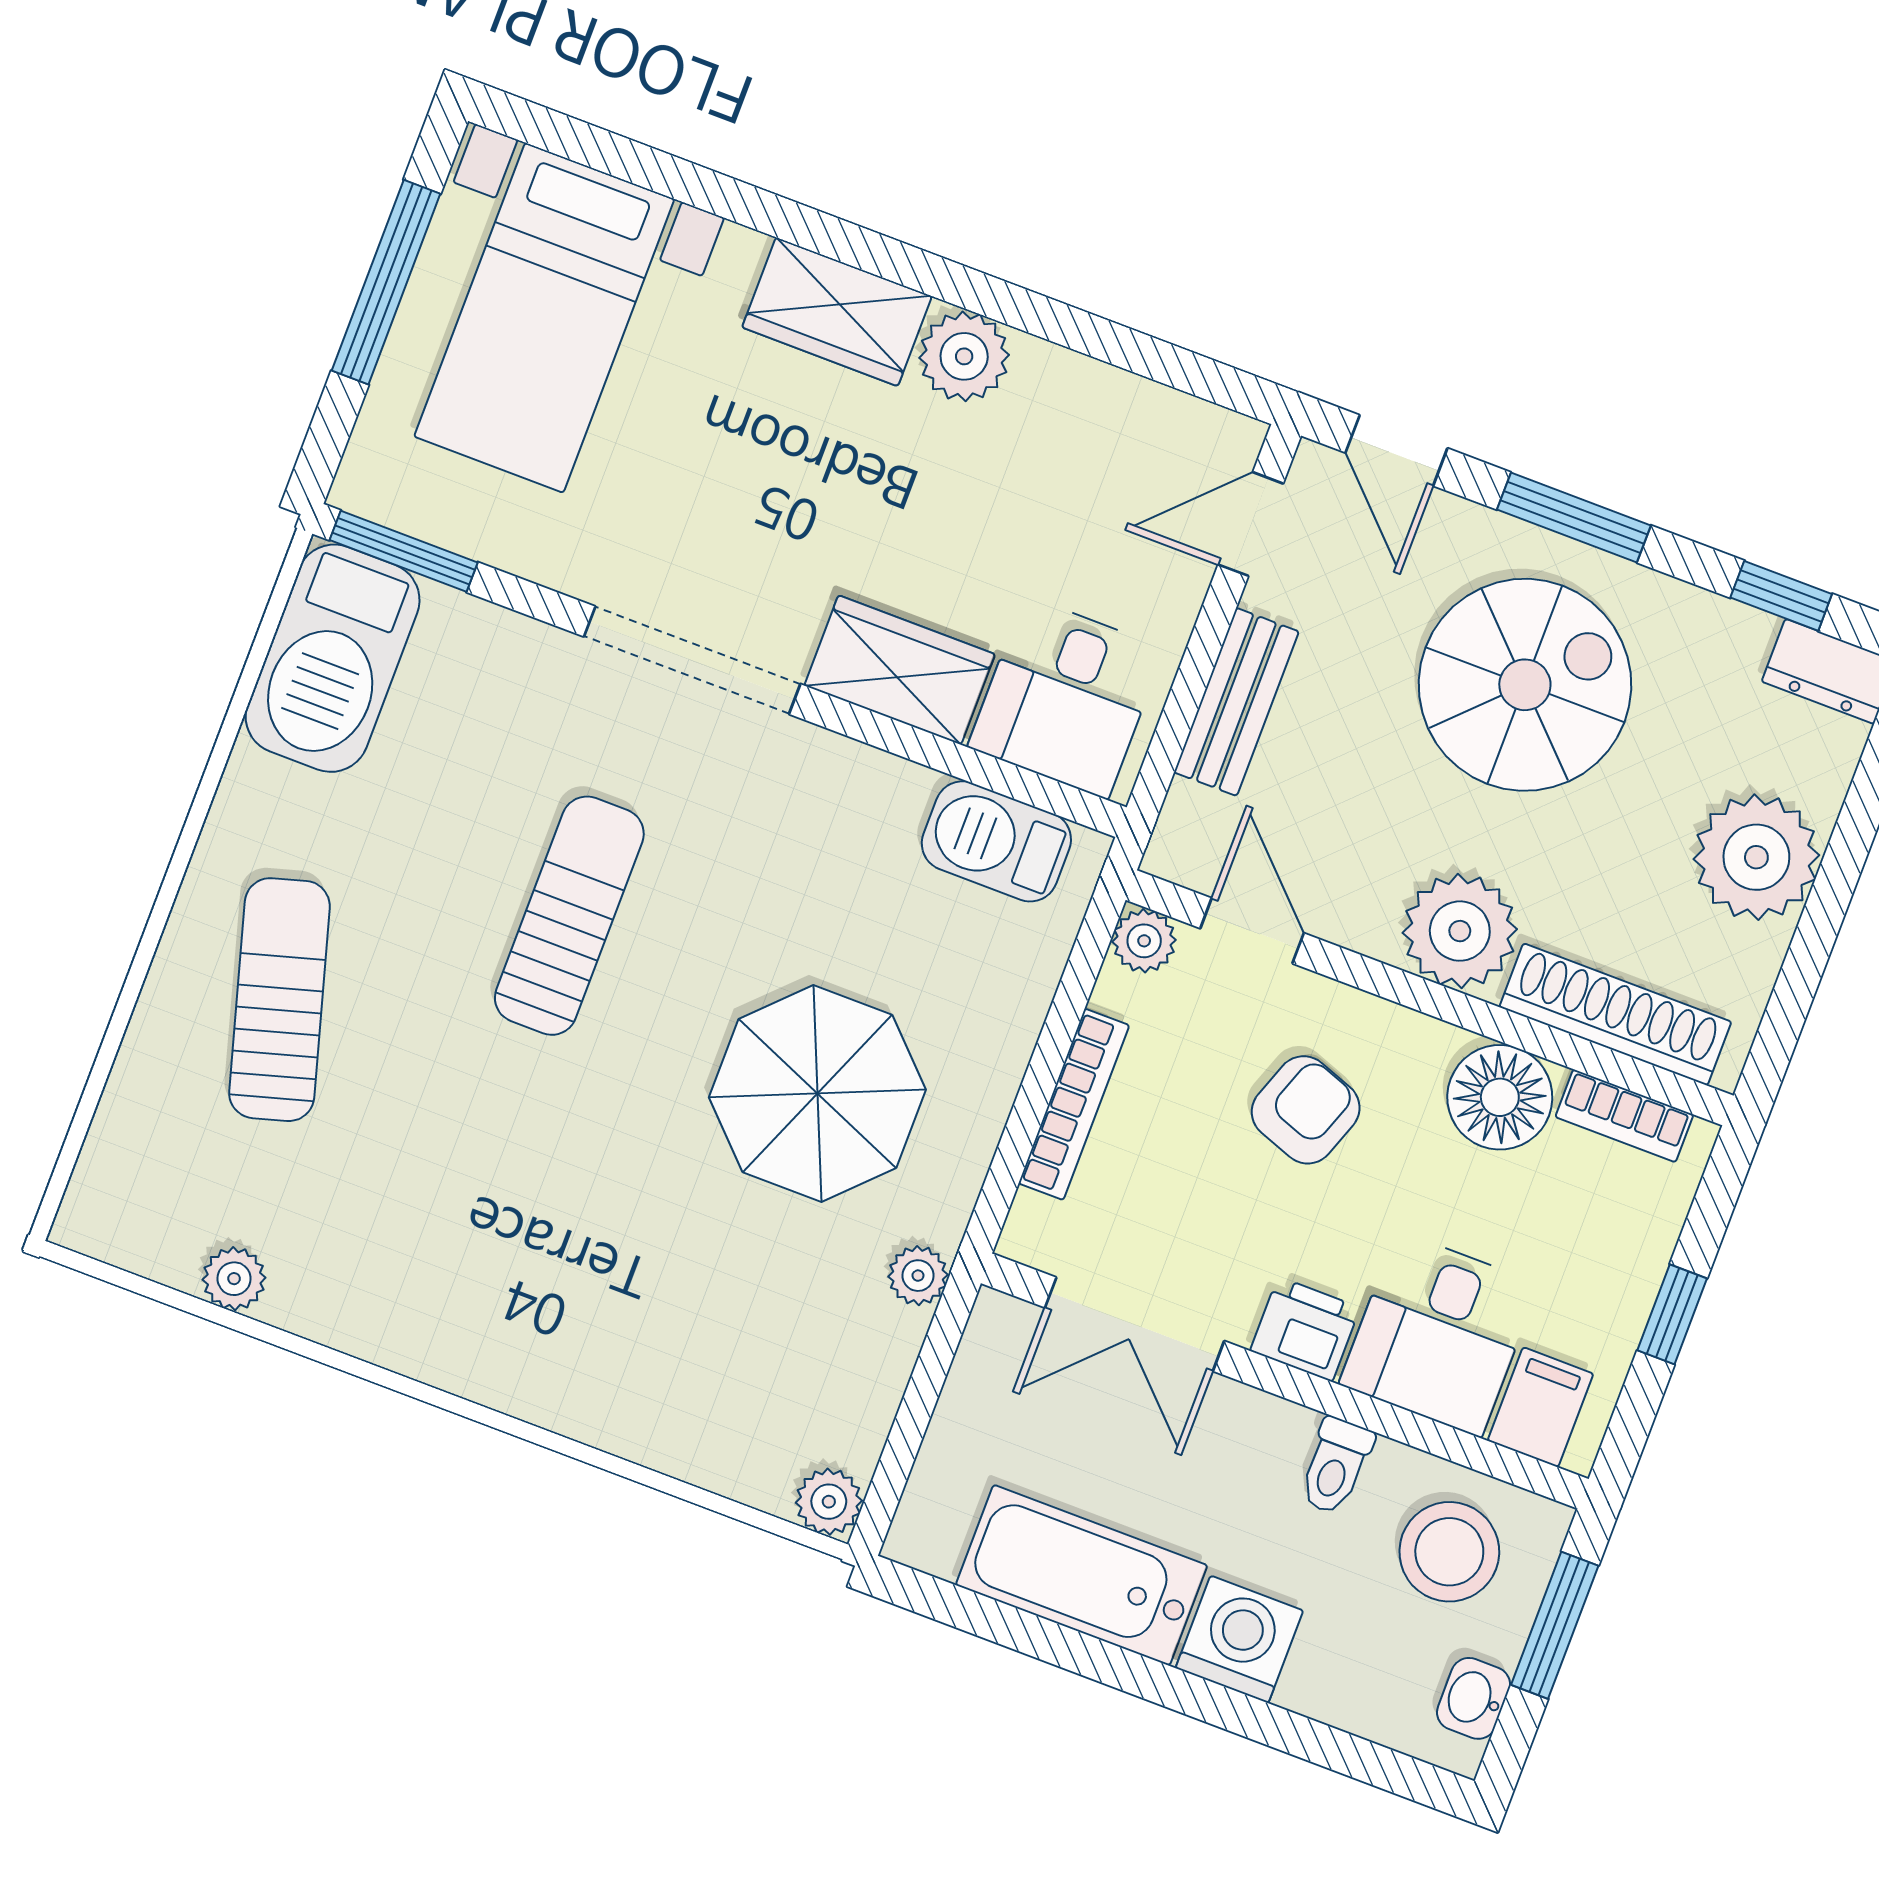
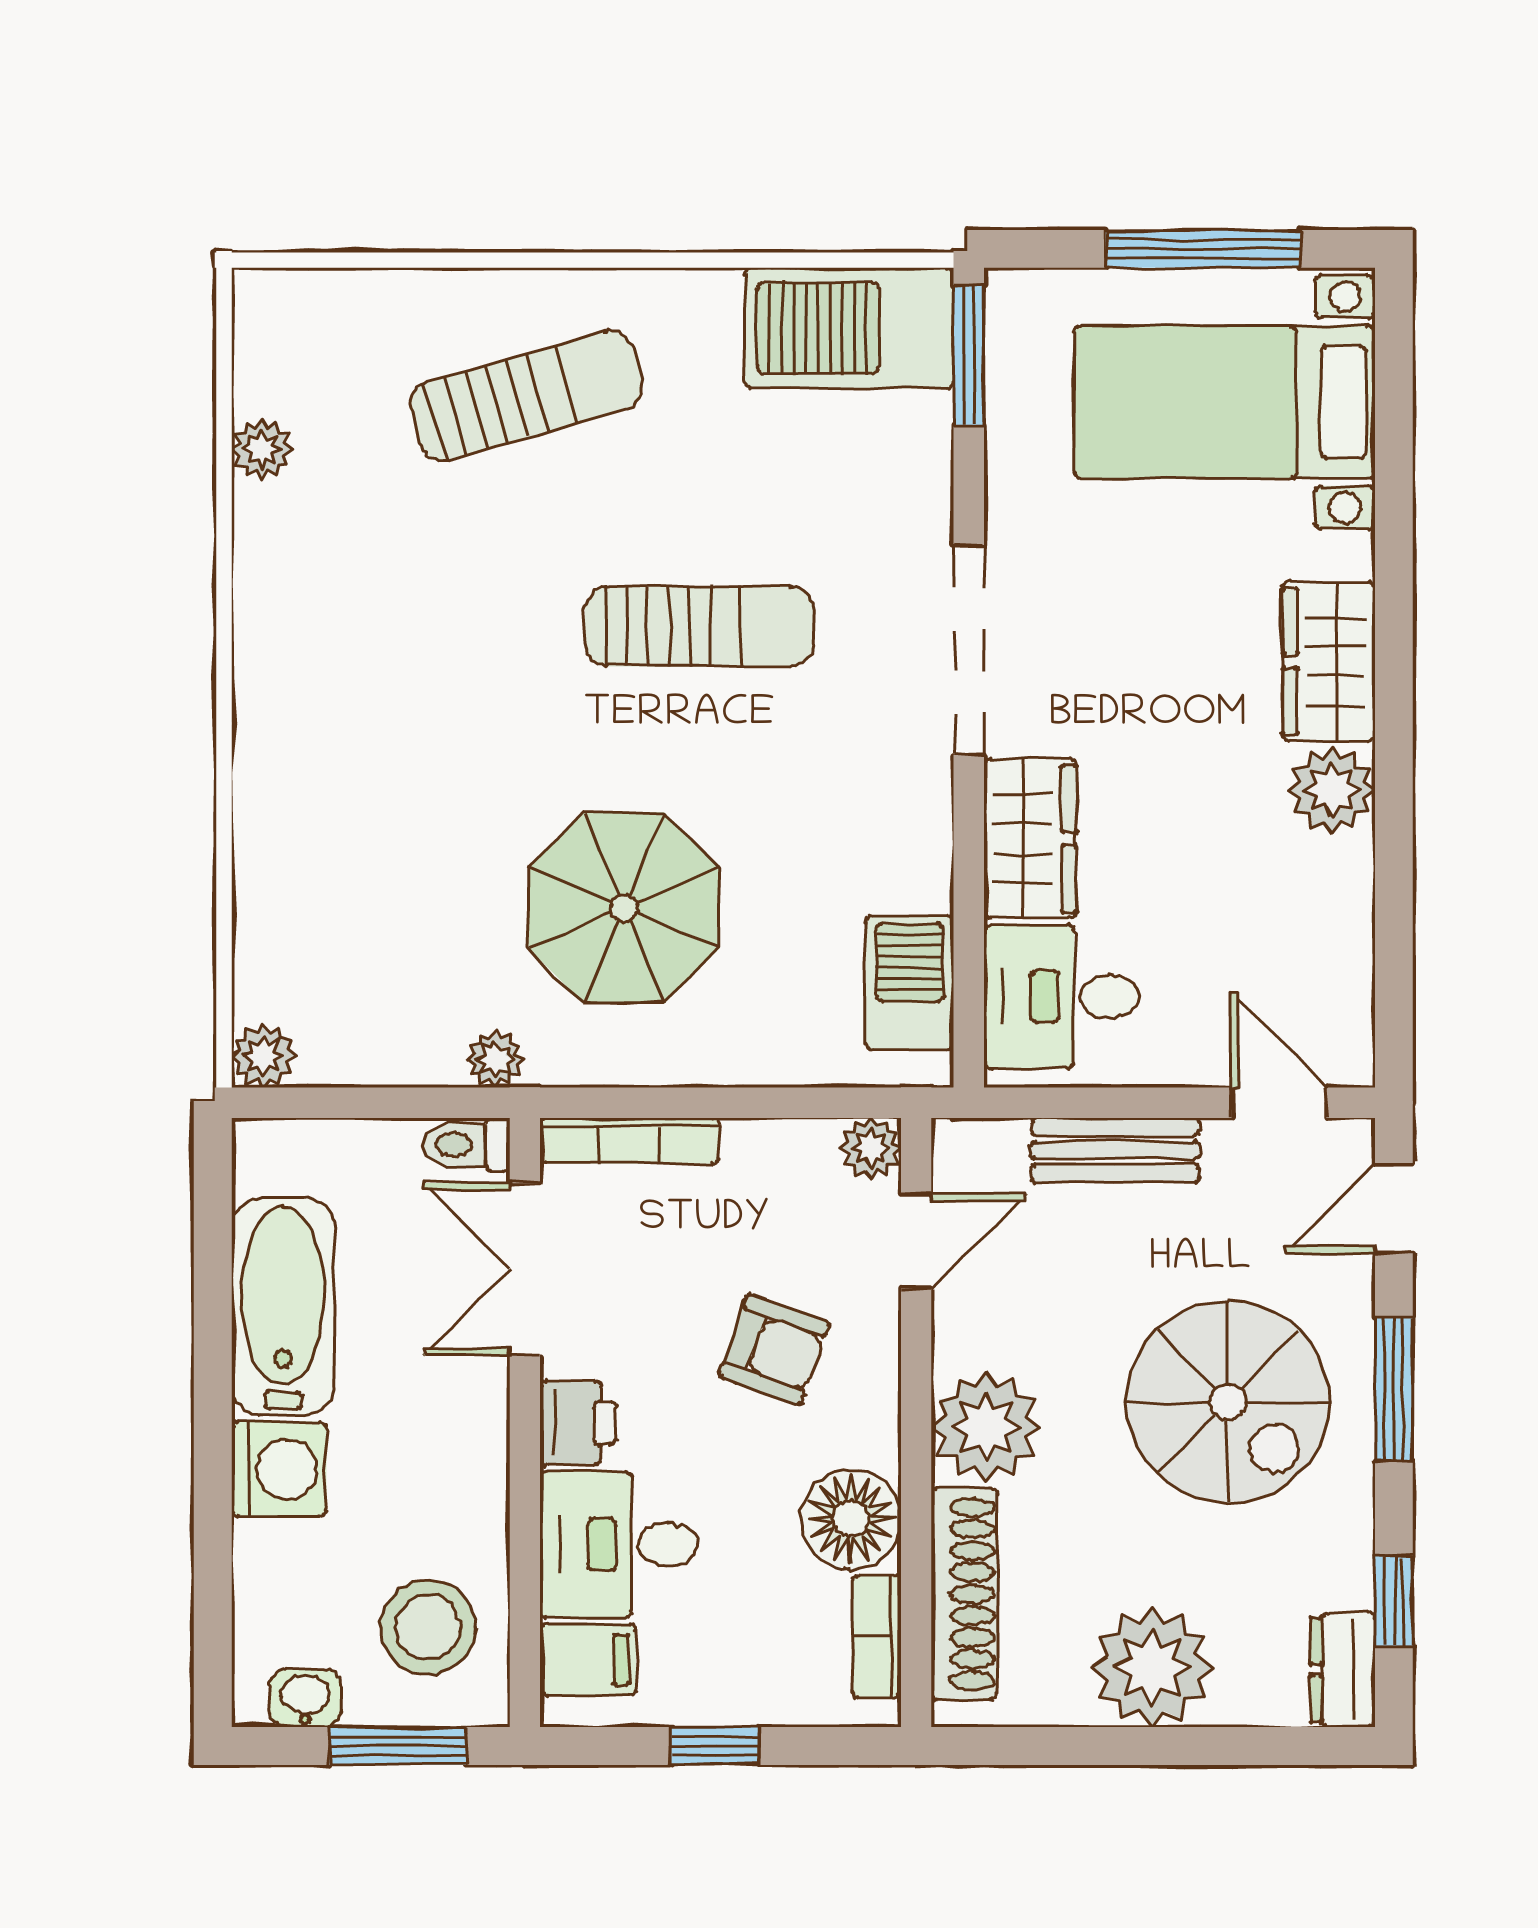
bookcase: (1074, 1104) -> (629, 1141), moved
toilet: (1336, 1466) -> (466, 1145), moved

